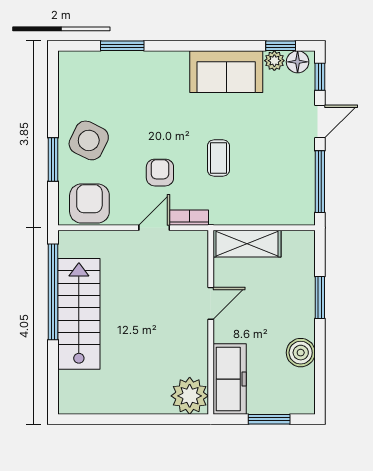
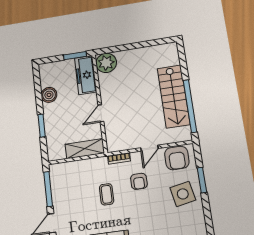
side table: (89, 140) -> (183, 194), turned -37
door: (154, 228) -> (149, 148), moved
window: (269, 419) -> (75, 56), moved

